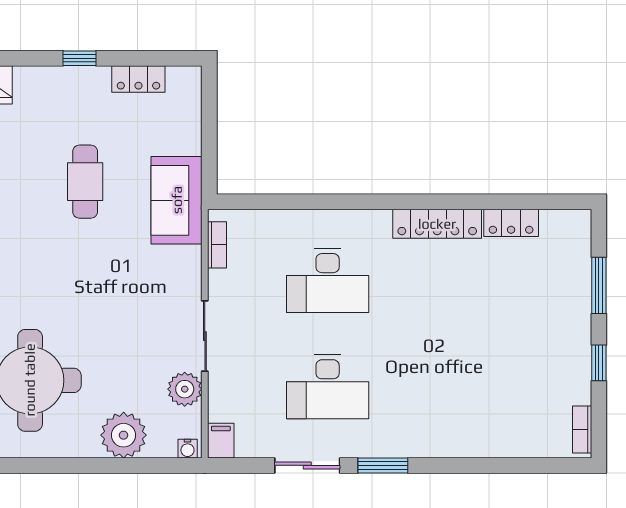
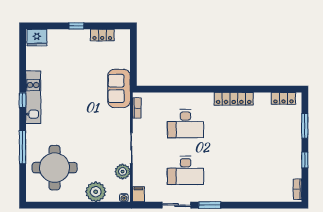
cafe table: (85, 182) -> (79, 80), removed
locker: (511, 223) -> (283, 98), moved

